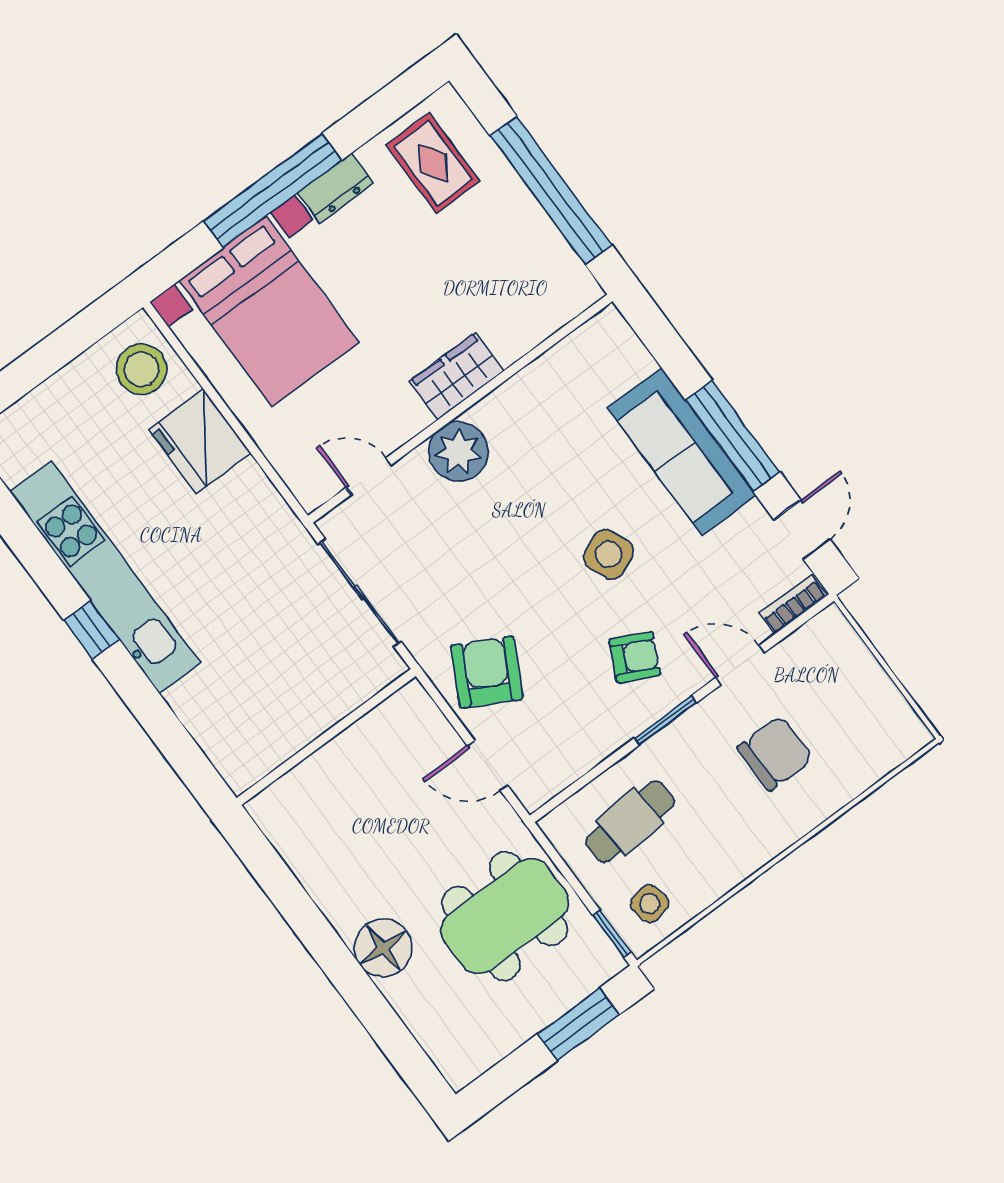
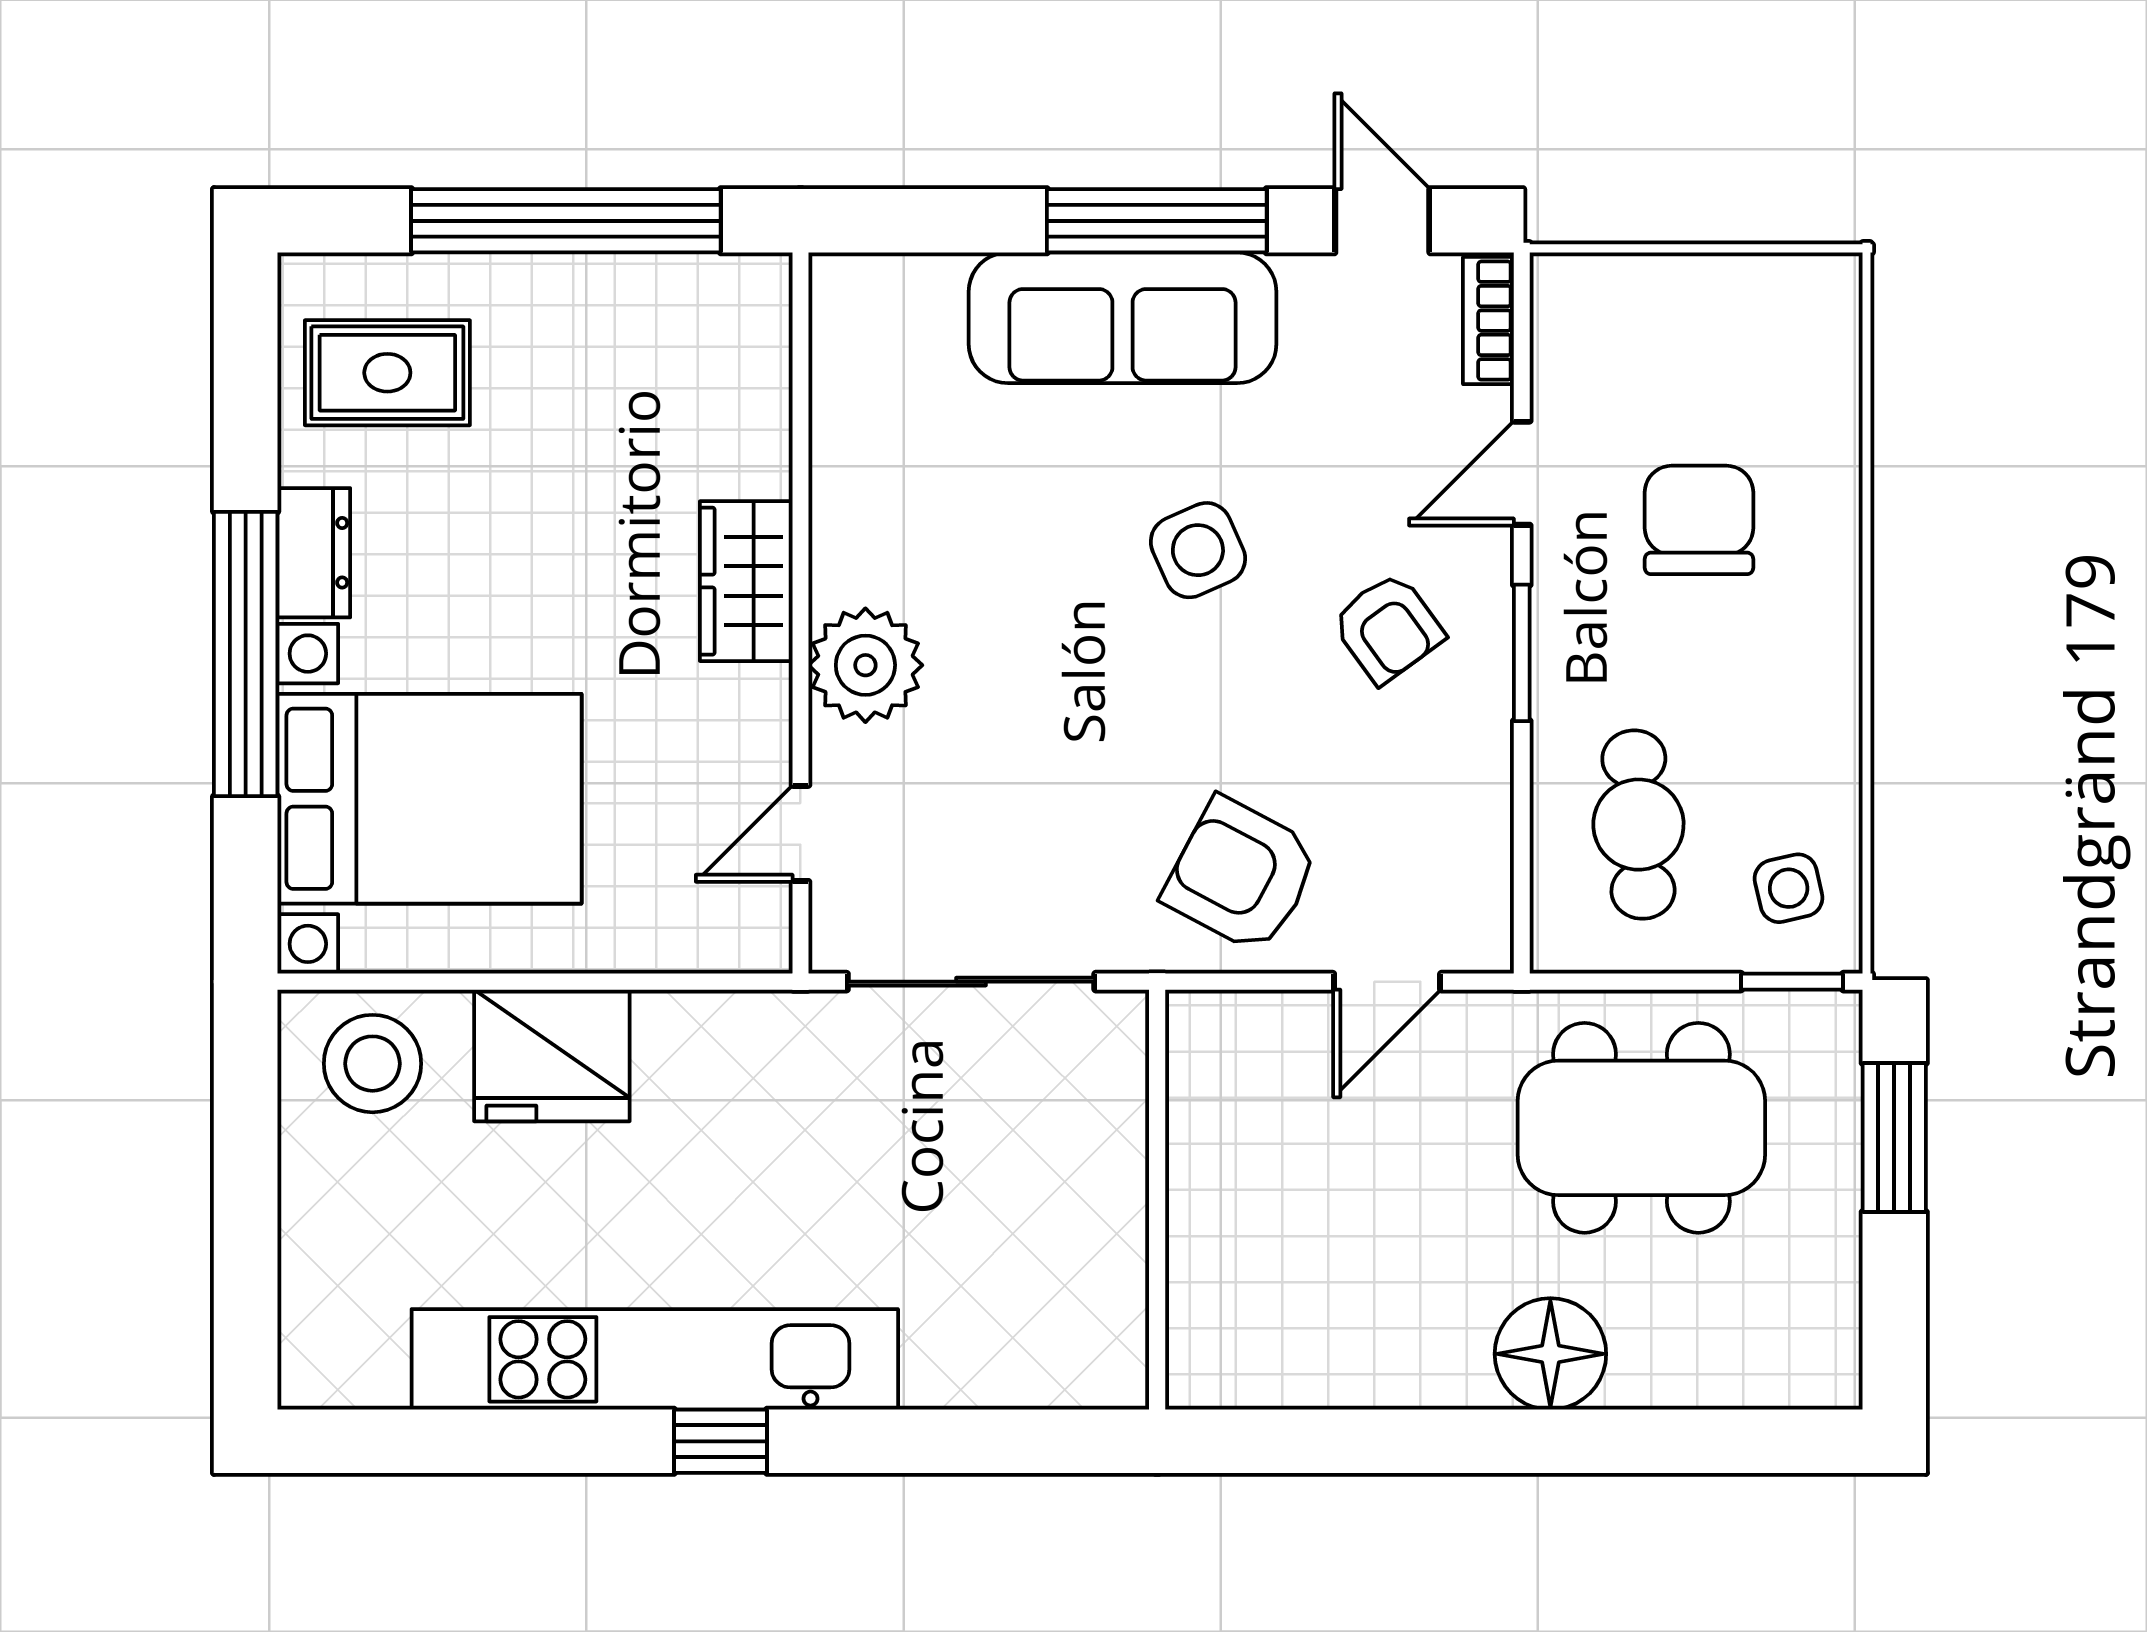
armchair: (635, 657) -> (1388, 628), turned 118
dining table: (505, 916) -> (1641, 1128), turned 90

